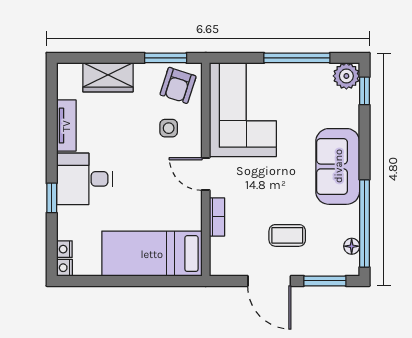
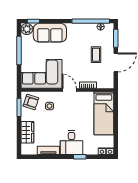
sofa: (338, 166) -> (50, 33), moved
door: (206, 174) -> (69, 90), swing flipped

